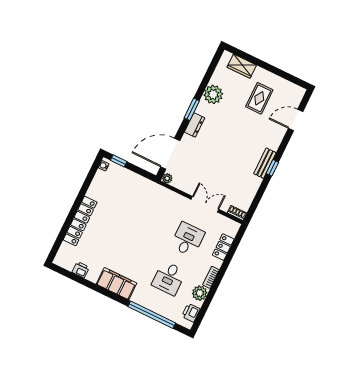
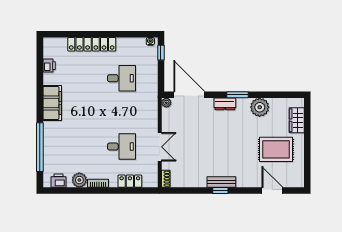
rug: (259, 98) -> (276, 149), width x1.36, depth x1.43
desk: (169, 278) -> (121, 78), moved, turned 180

